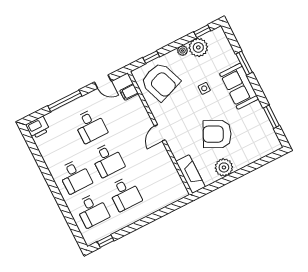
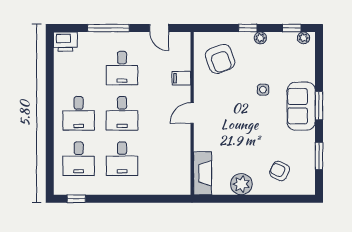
plant: (198, 47) -> (304, 38), moved, width x0.53, depth x0.53
window: (151, 57) -> (248, 28), moved
window: (244, 63) -> (319, 106), moved
armchair: (160, 82) -> (220, 59), width x0.73, depth x0.73
filing cabinet: (129, 92) -> (181, 78), moved
armchair: (217, 134) -> (280, 171), moved, width x0.53, depth x0.53

